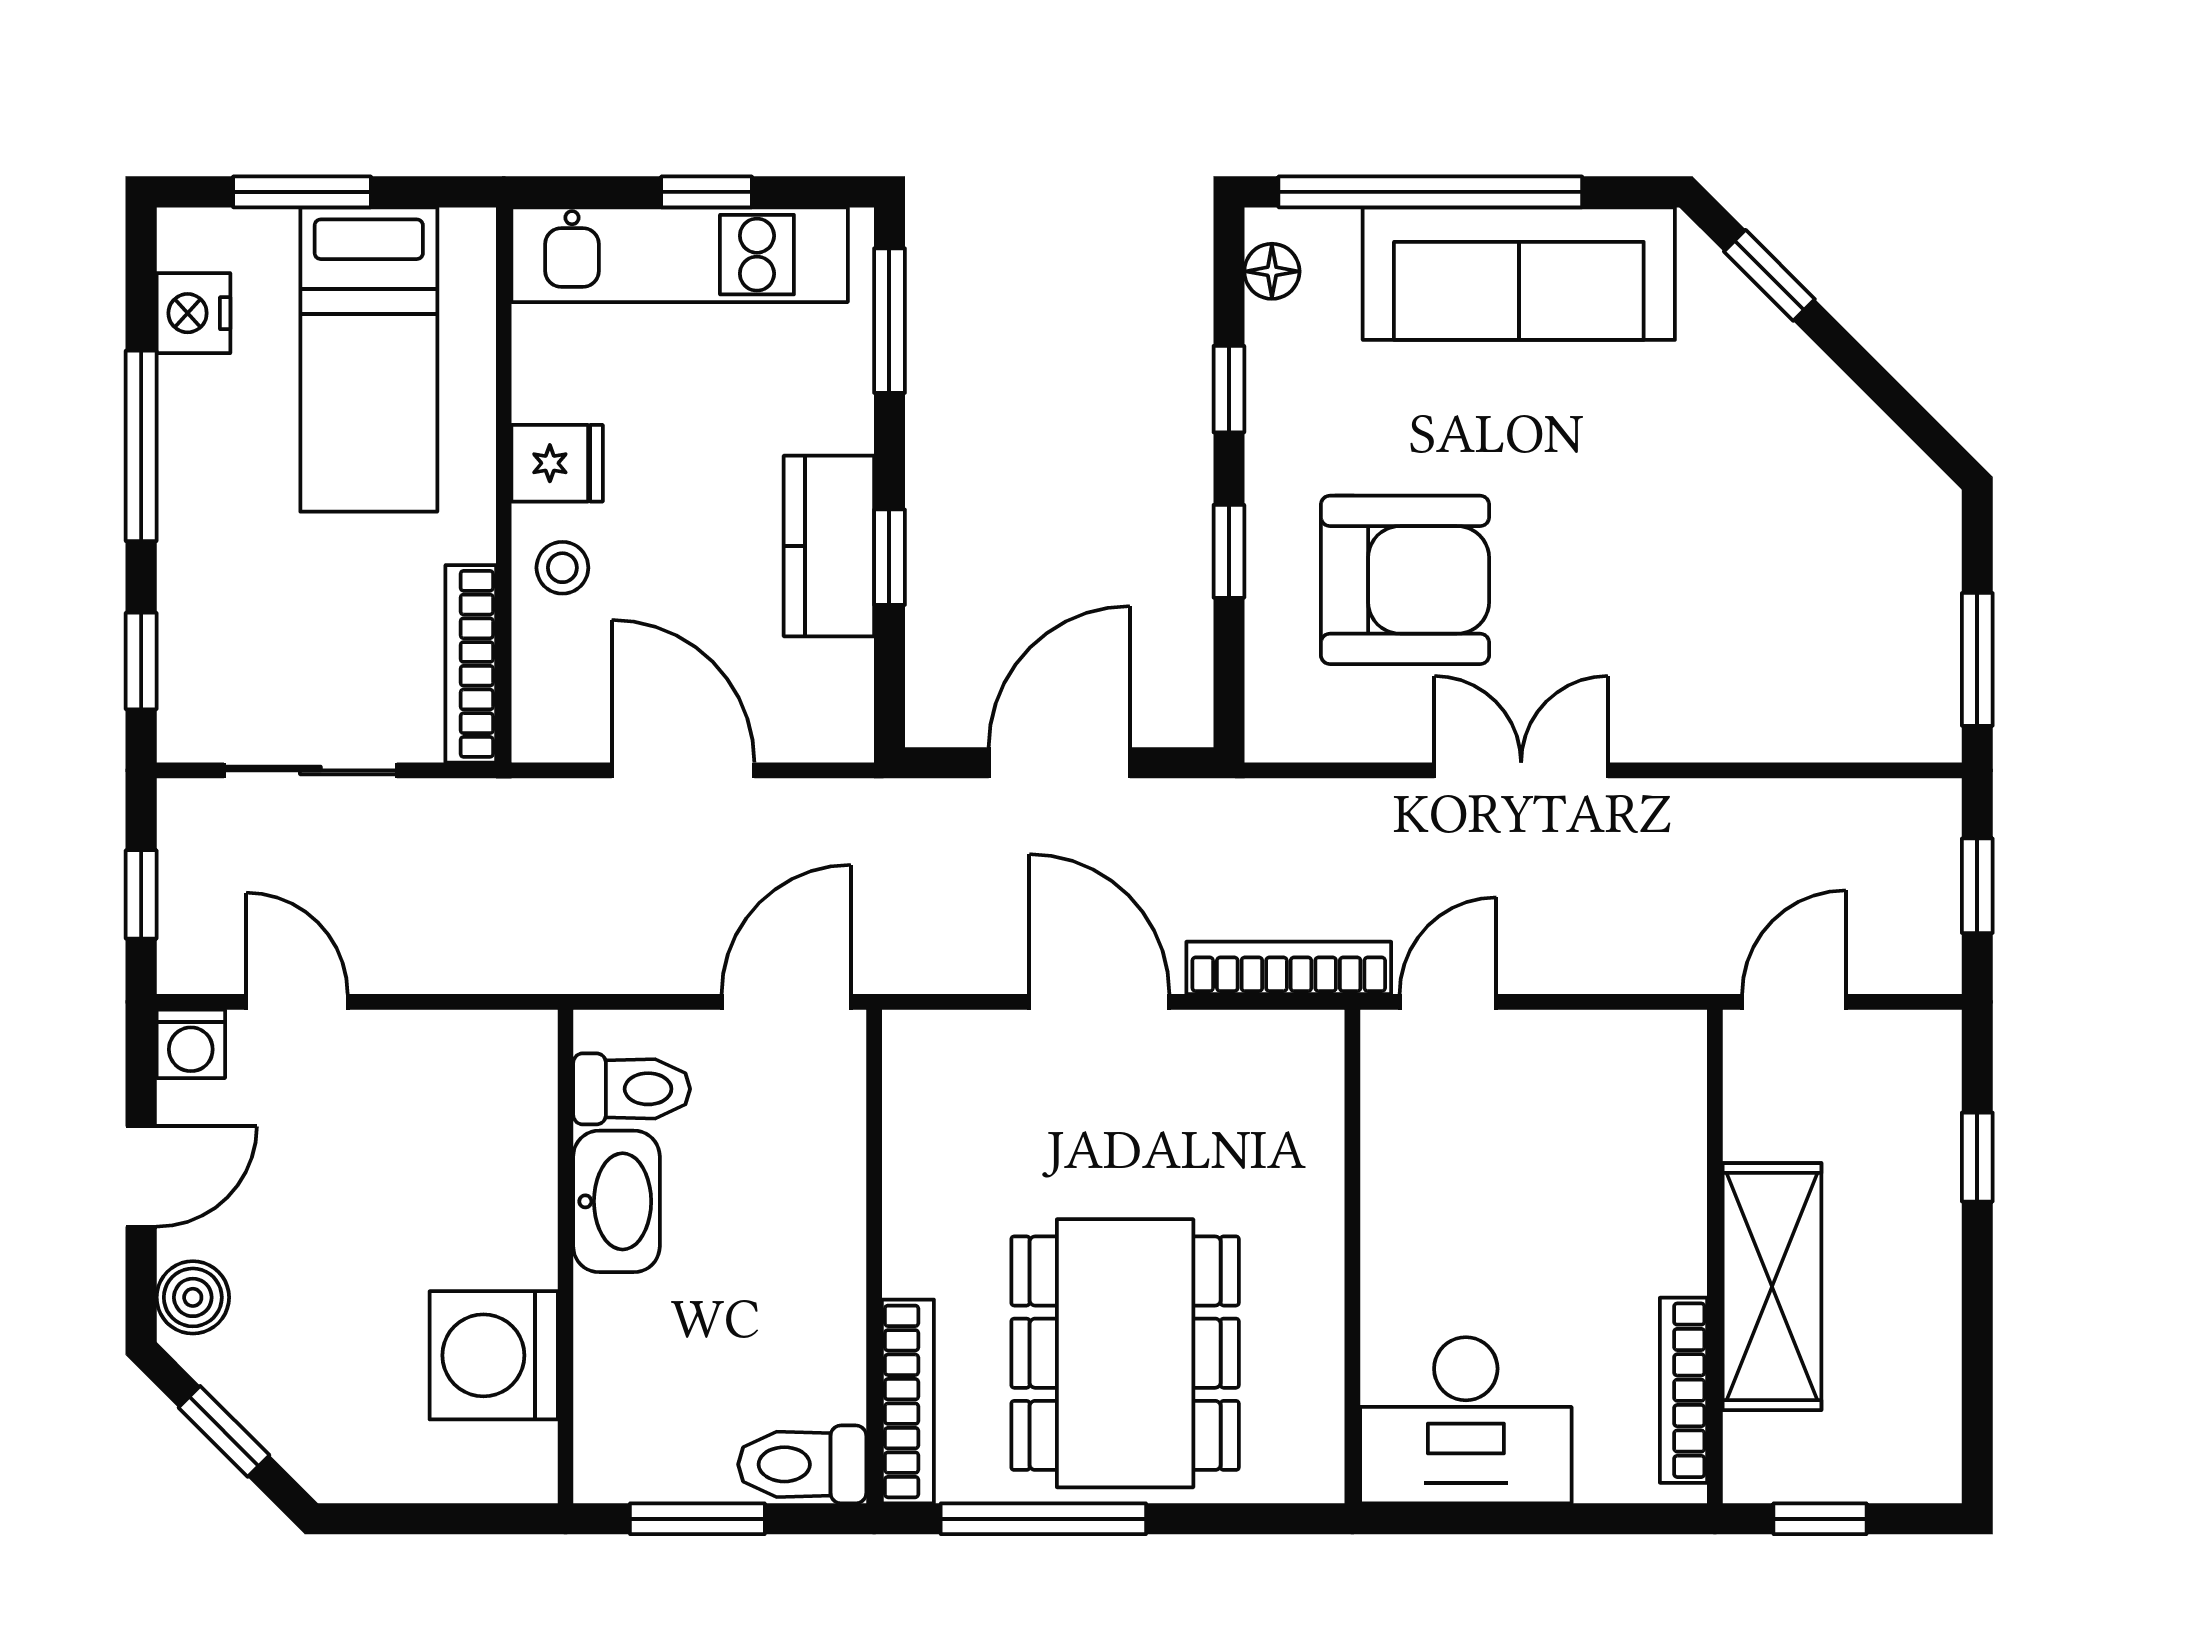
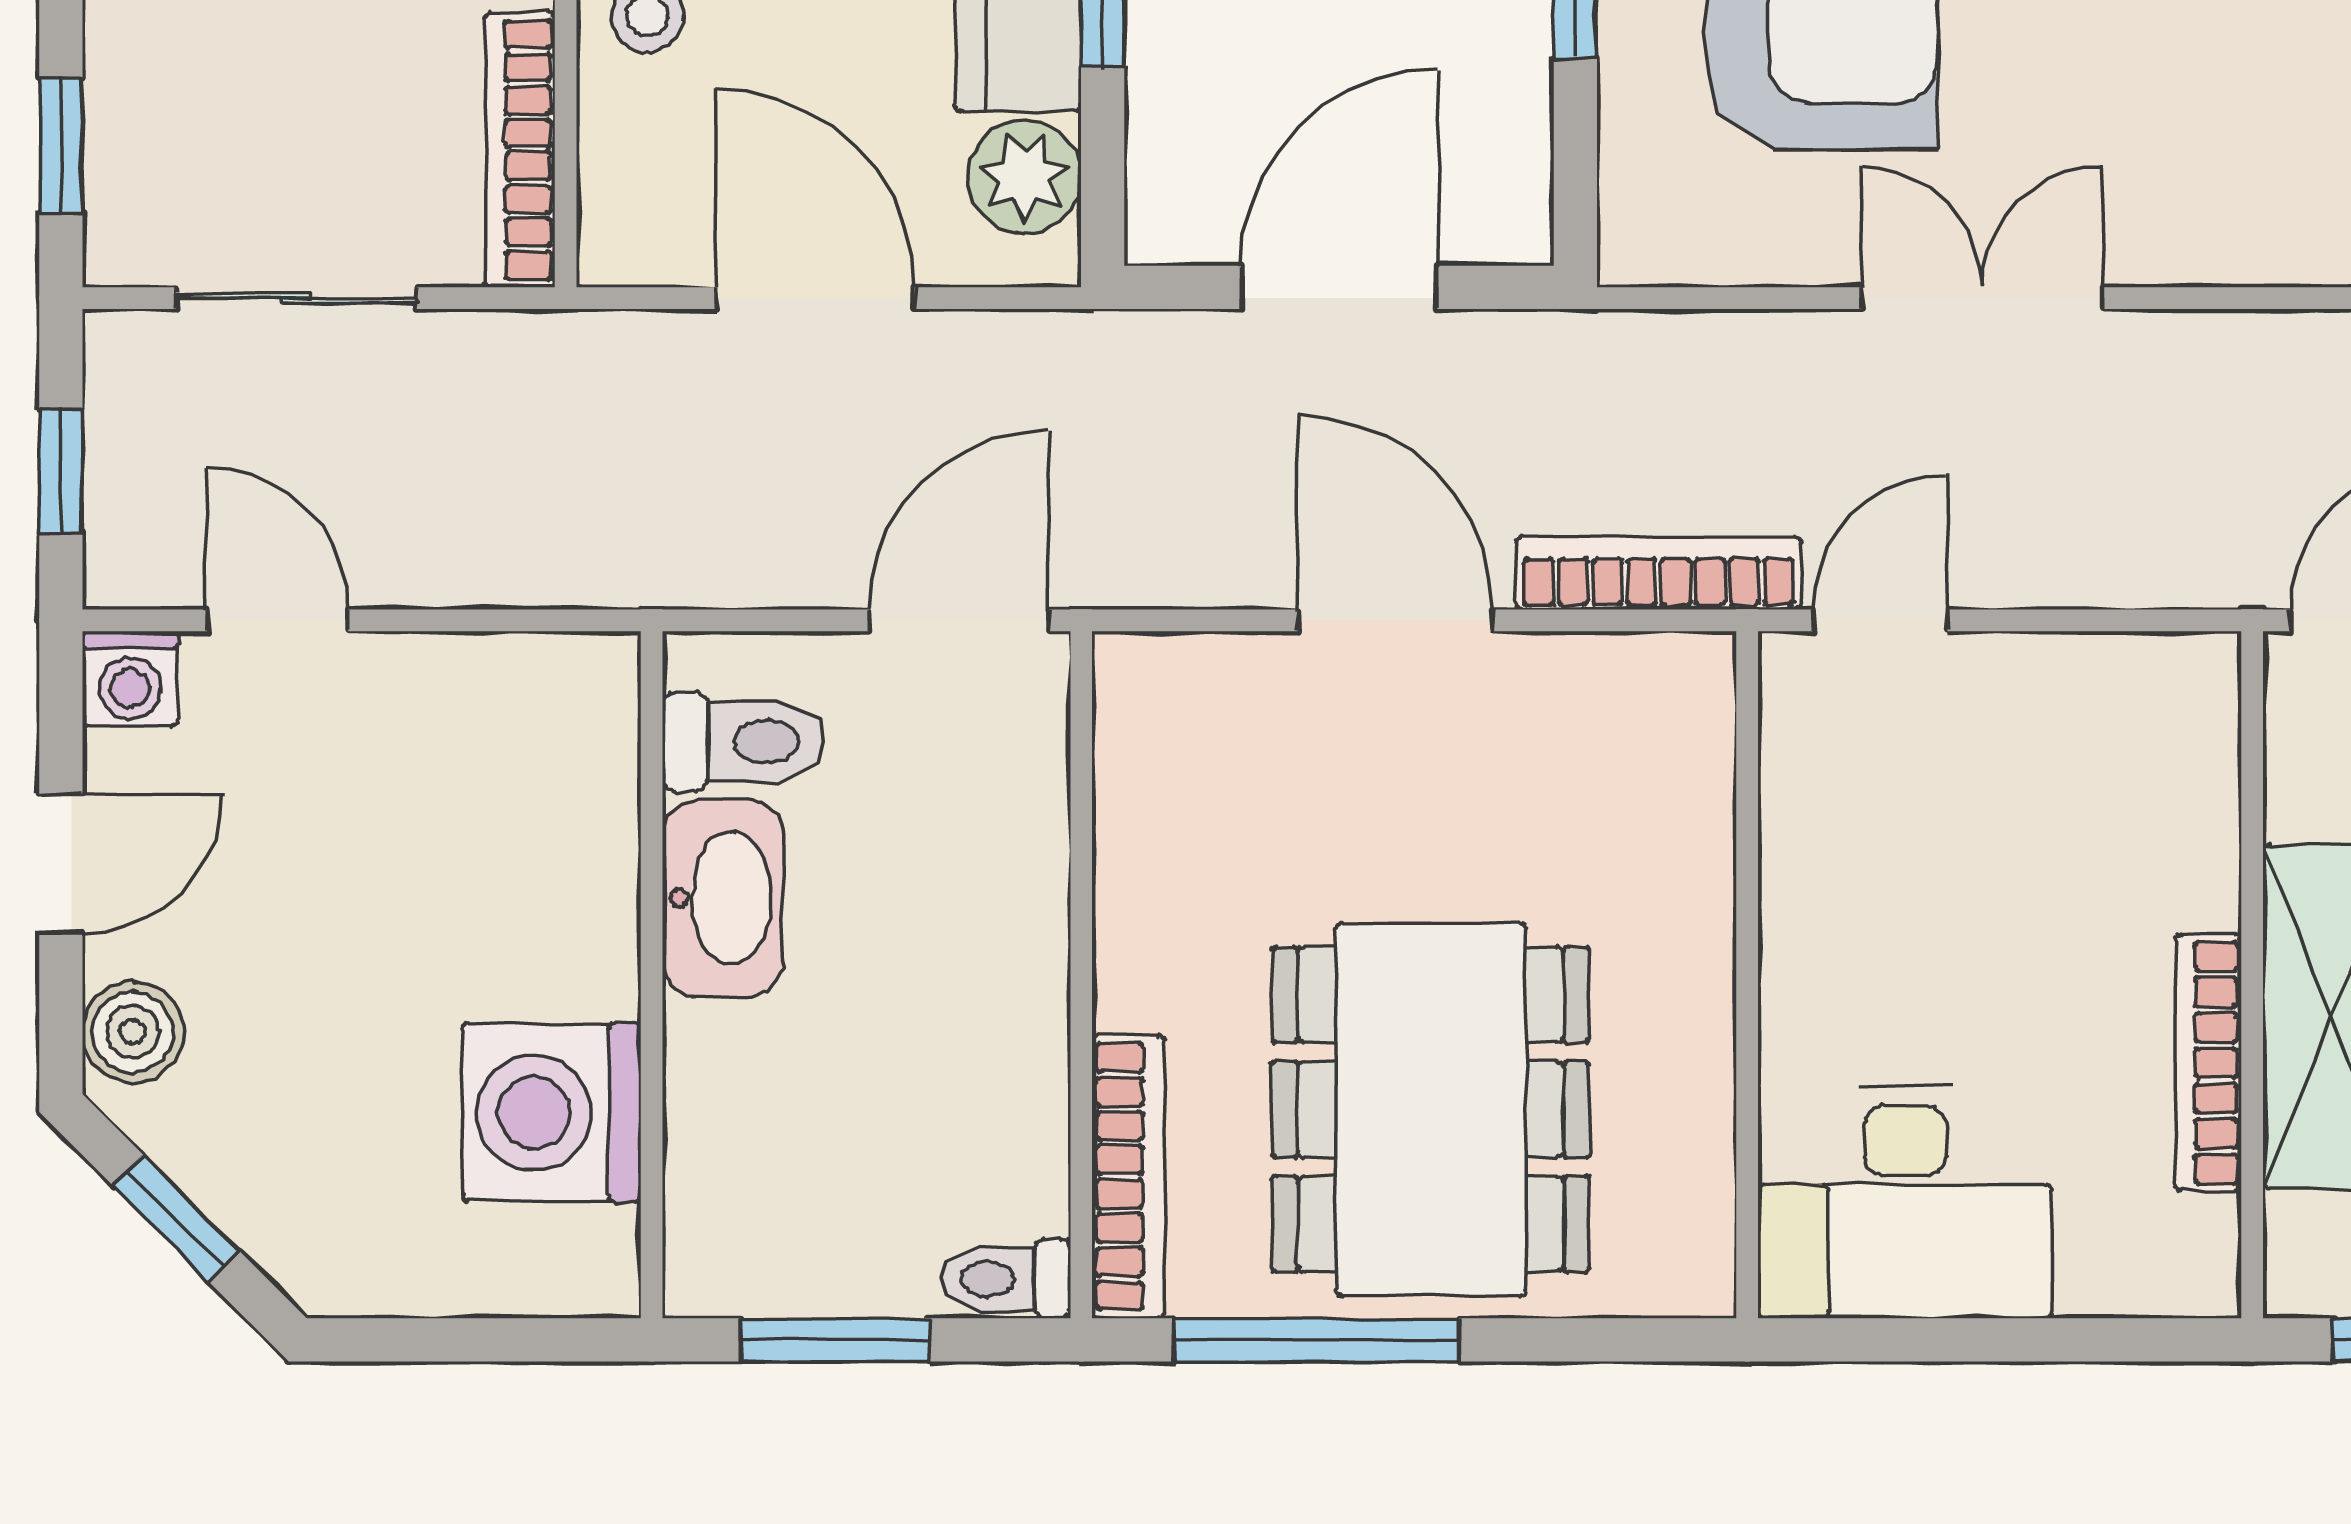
plant: (833, 683) -> (1024, 177), added
bookcase: (1684, 1390) -> (2208, 1063), moved
toilet: (802, 1464) -> (1006, 1279), width x0.73, depth x0.72

